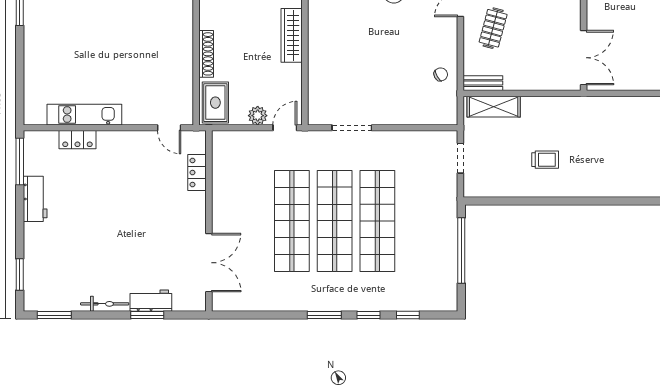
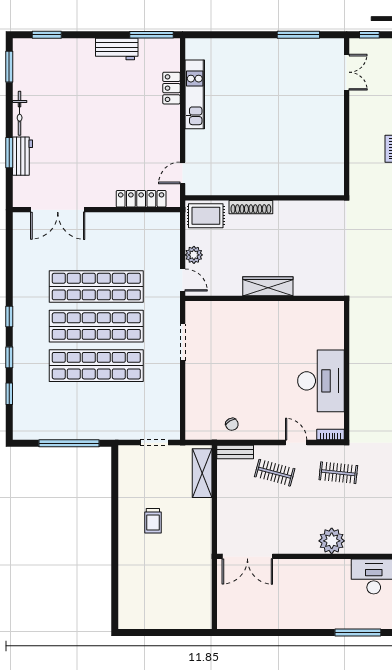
bench: (483, 83) -> (235, 452), moved, turned 90
locker: (197, 173) -> (141, 199), width x1.53
window: (324, 315) -> (9, 317), width x0.67

